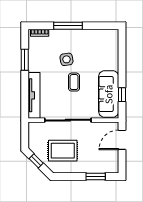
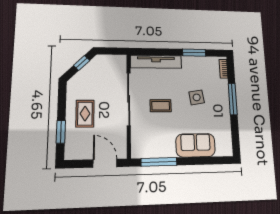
coffee table: (74, 82) -> (161, 106), moved
sofa: (109, 94) -> (196, 145), moved, width x0.73
window: (122, 95) -> (159, 162), width x2.17
rug: (63, 151) -> (85, 114), moved, width x0.73, depth x0.70

